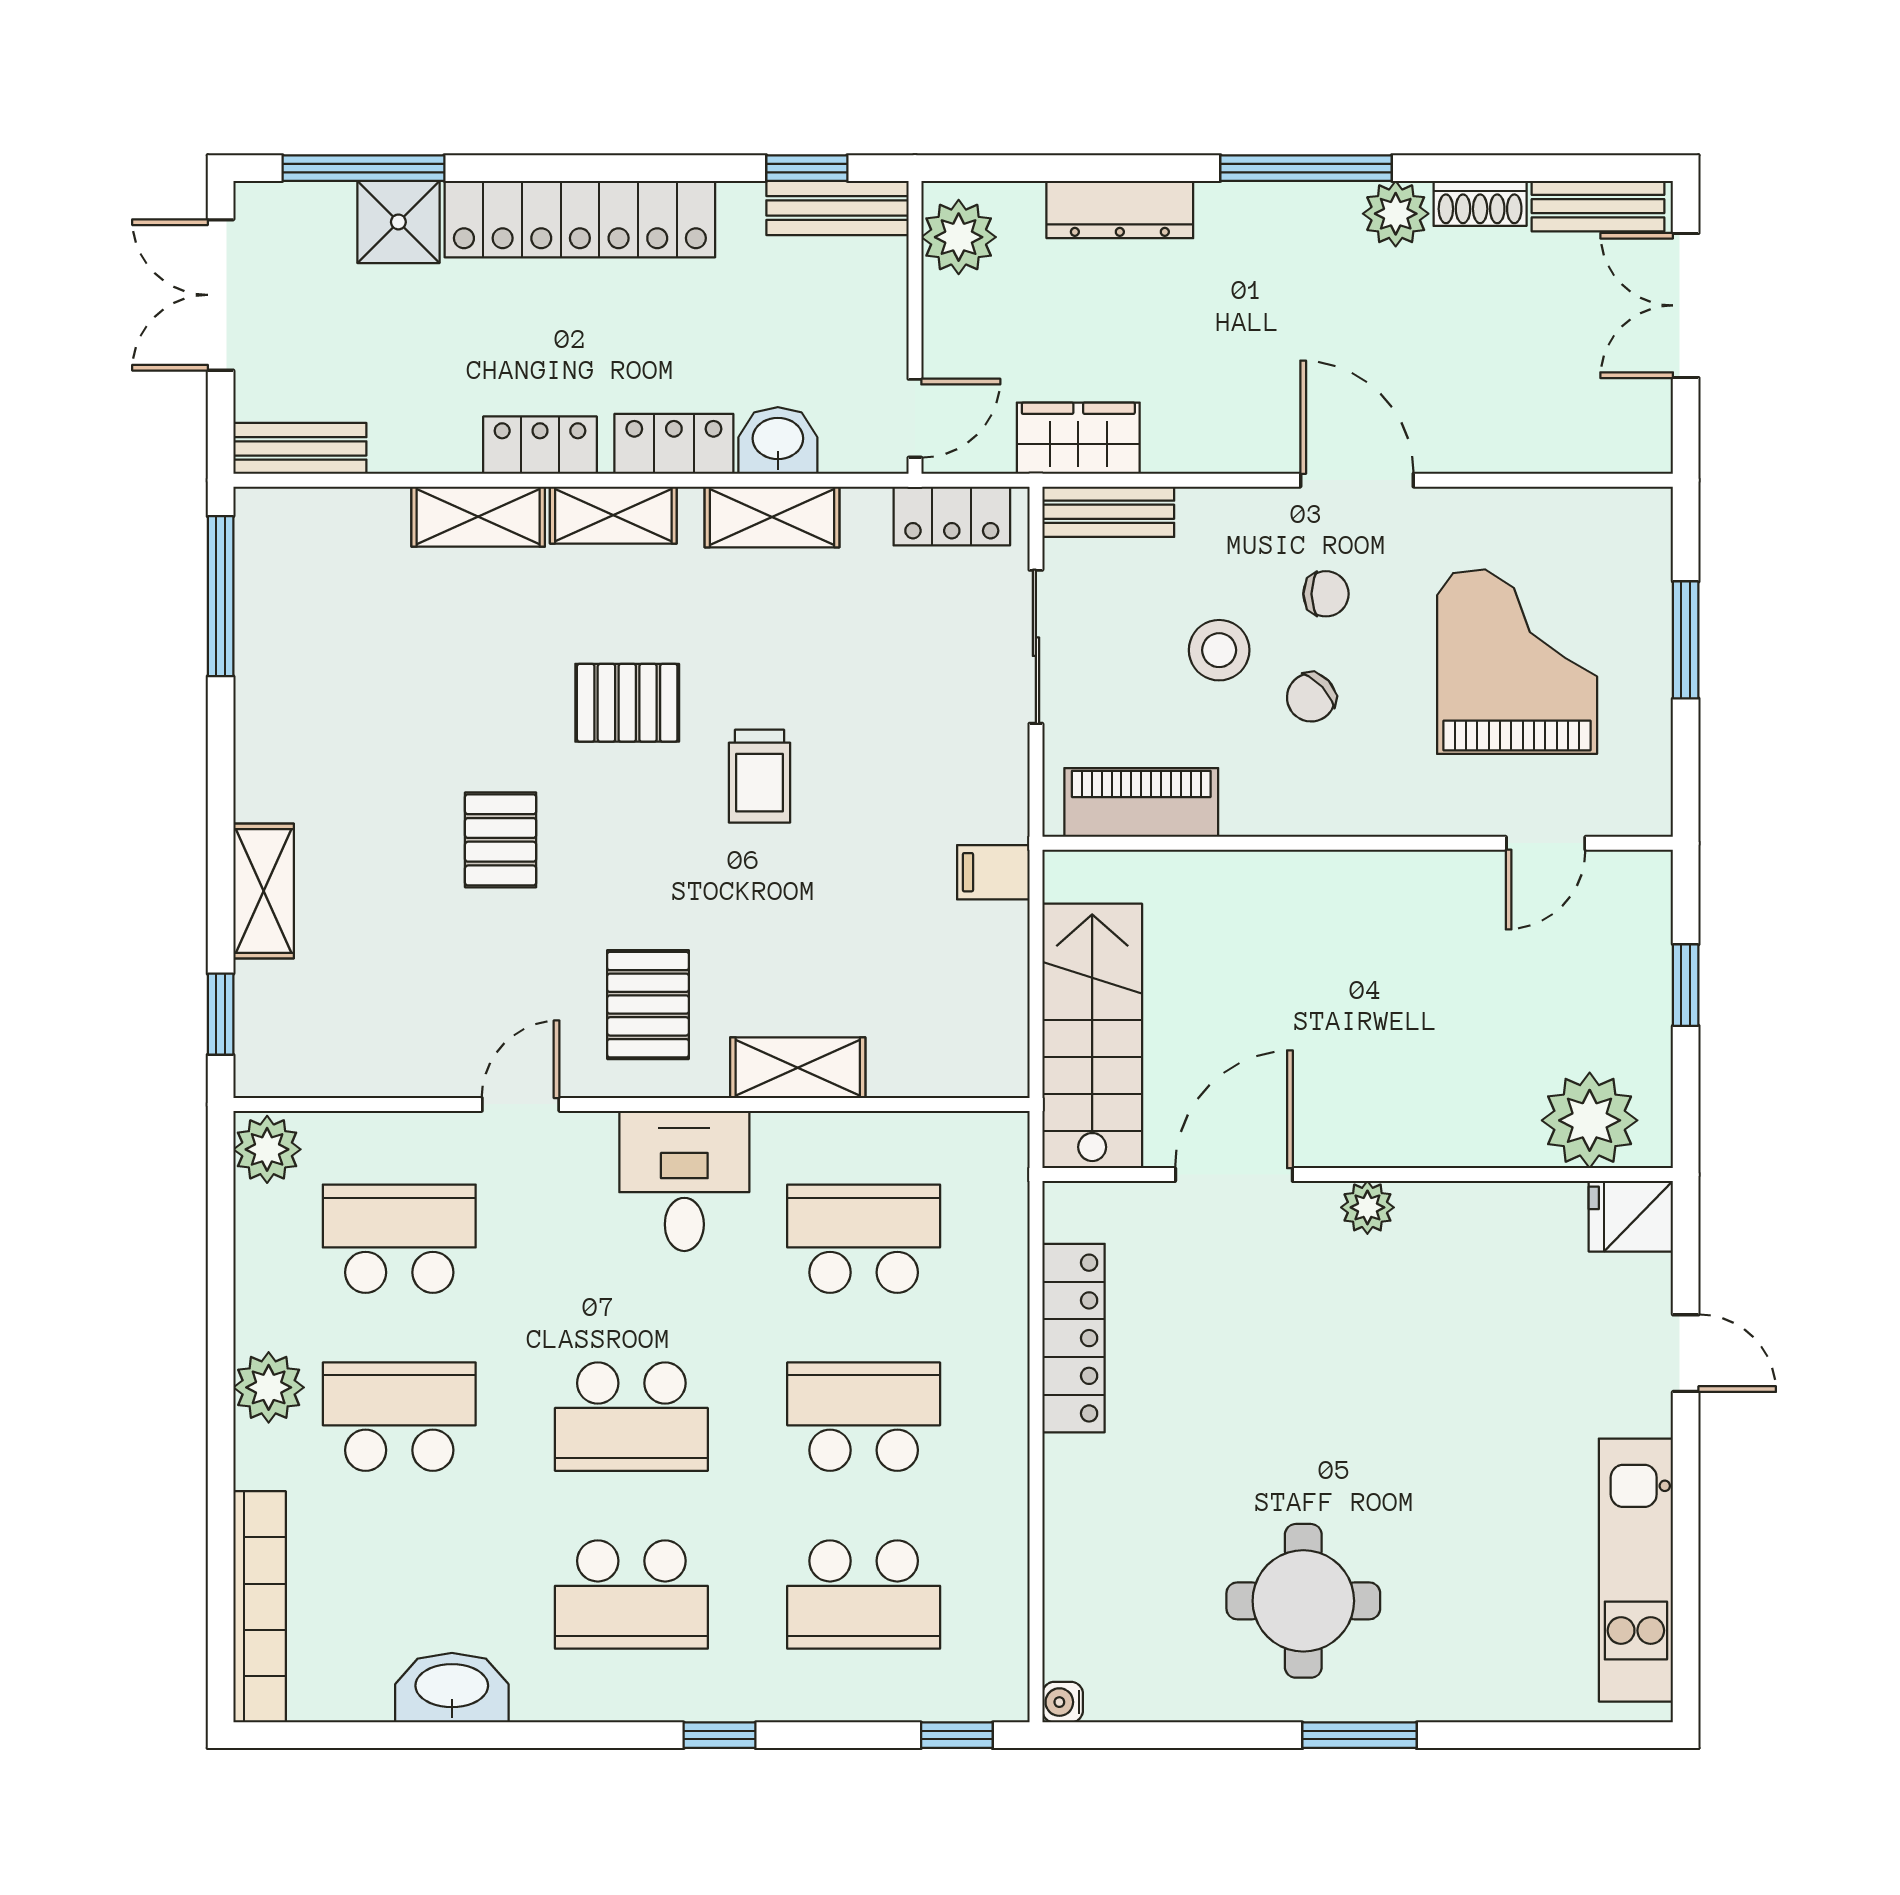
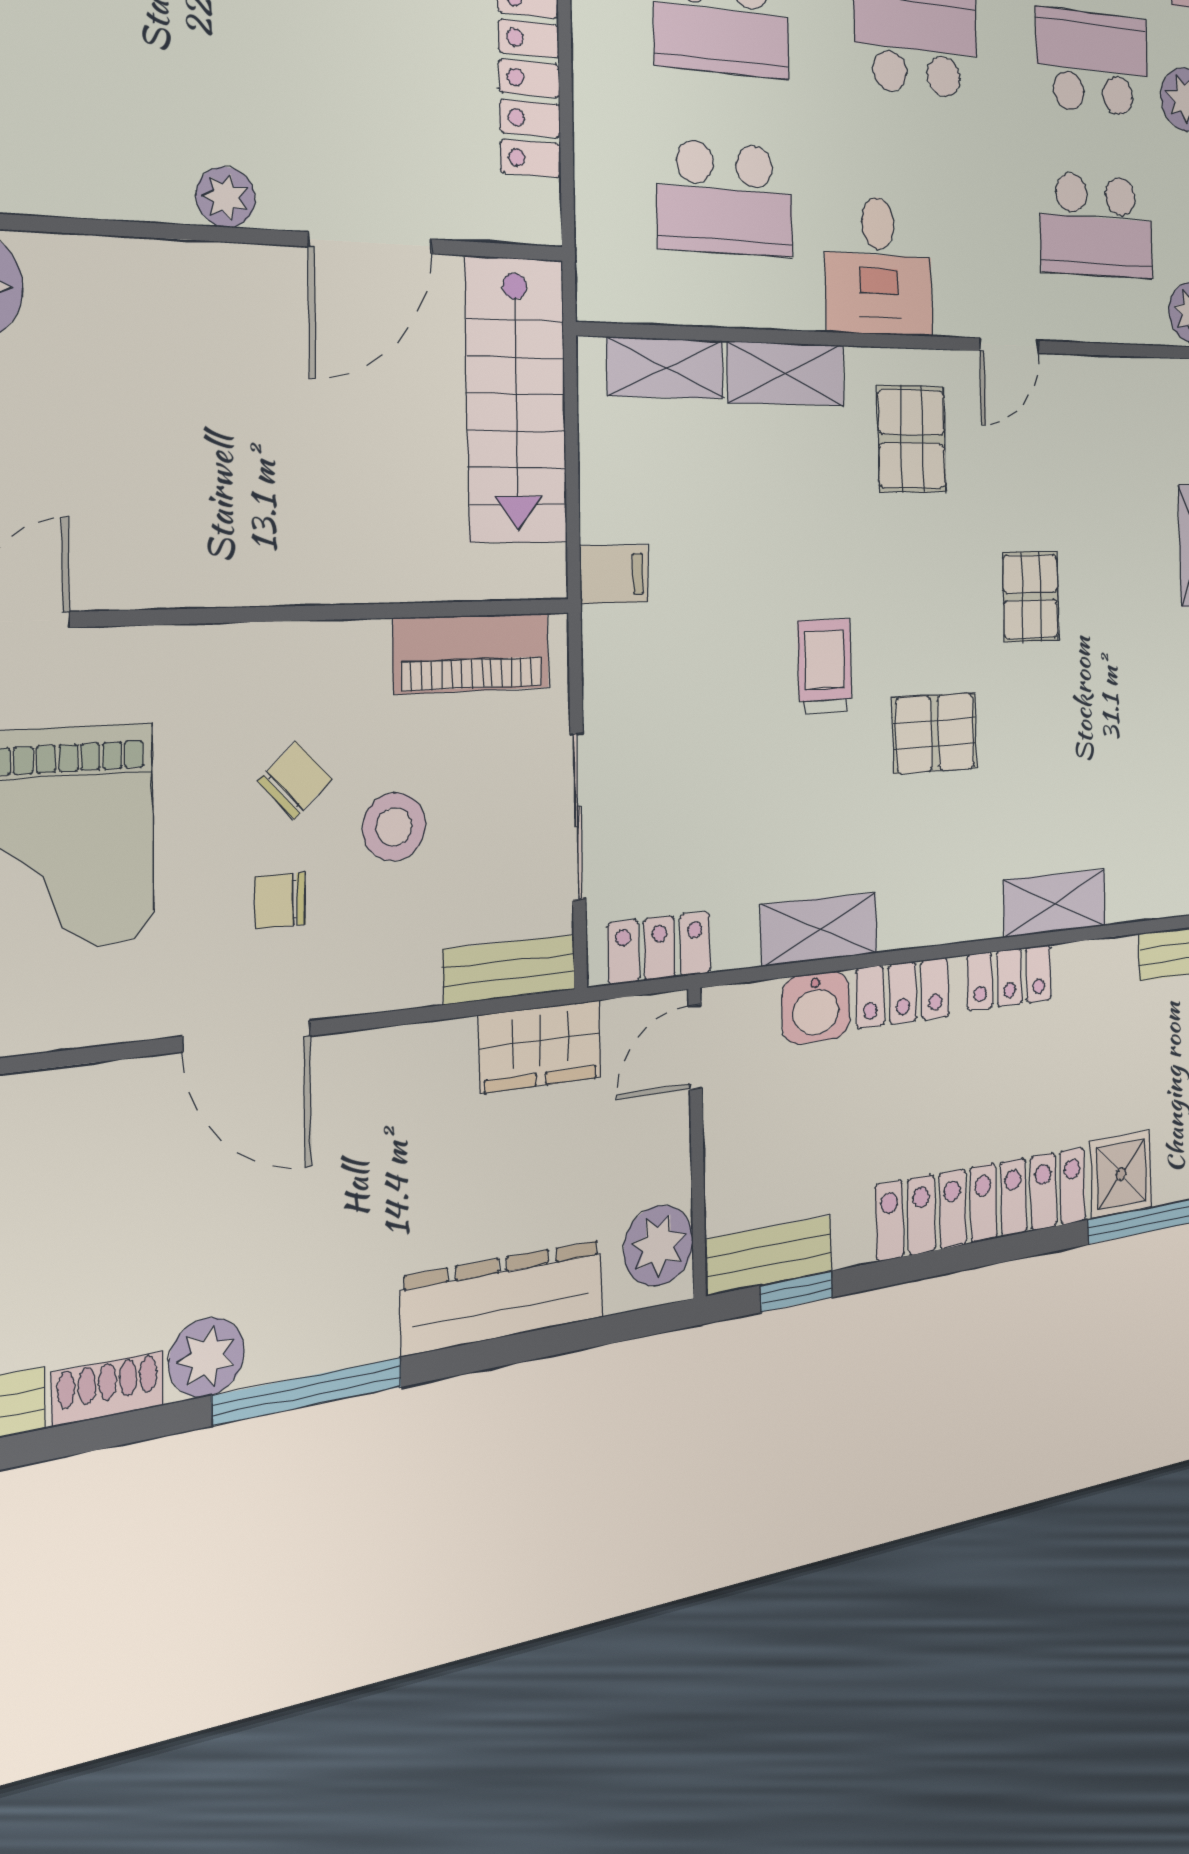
dresser: (1120, 210) -> (503, 1297), width x1.37, depth x1.24
shelving: (613, 515) -> (666, 368), moved
school desk: (399, 1417) -> (1093, 62), turned 180

